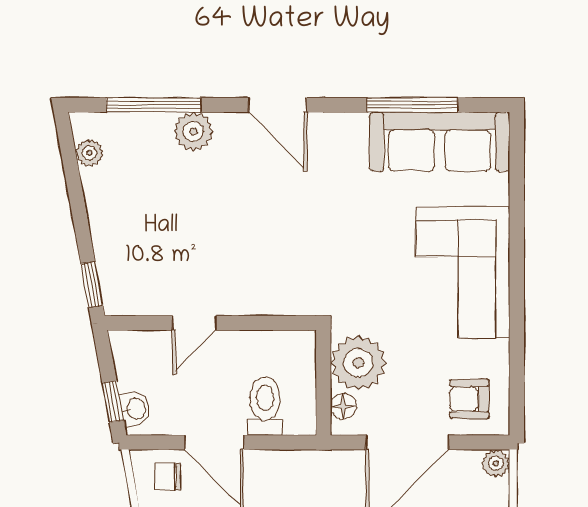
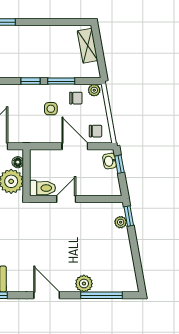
plant: (89, 153) -> (121, 222), moved
door: (194, 323) -> (66, 199), moved
toilet: (265, 406) -> (43, 188), moved, turned -90

